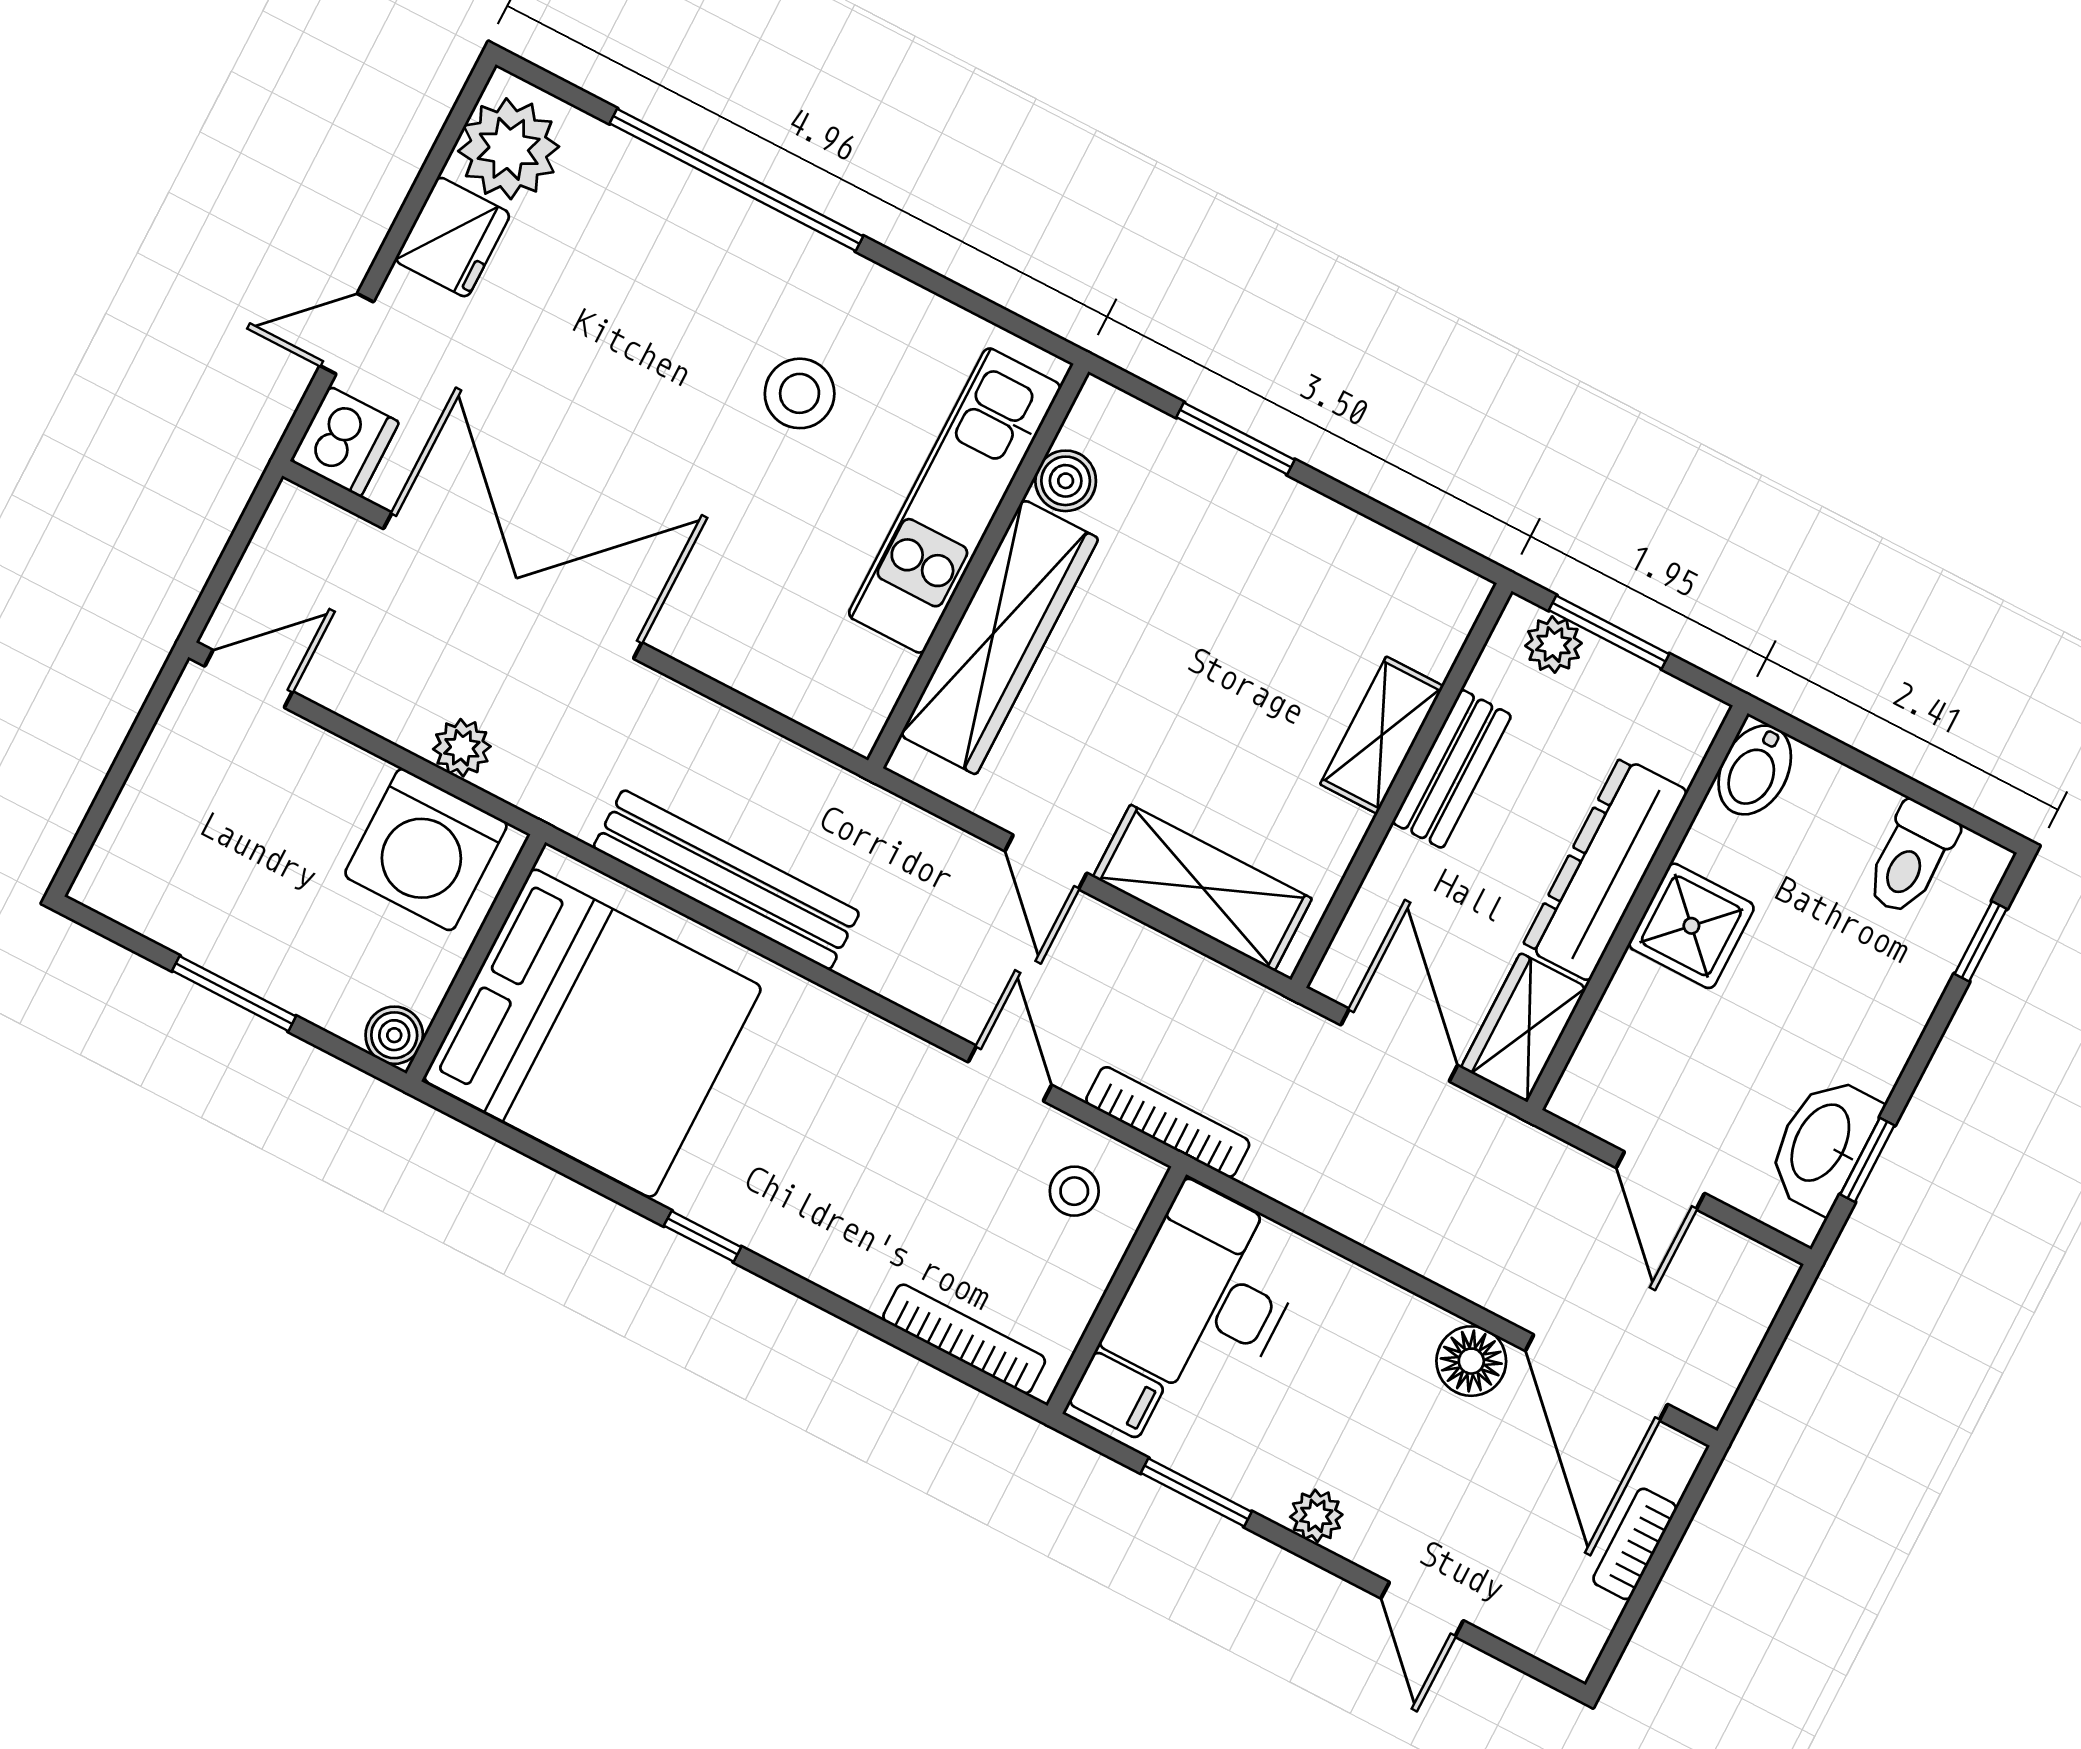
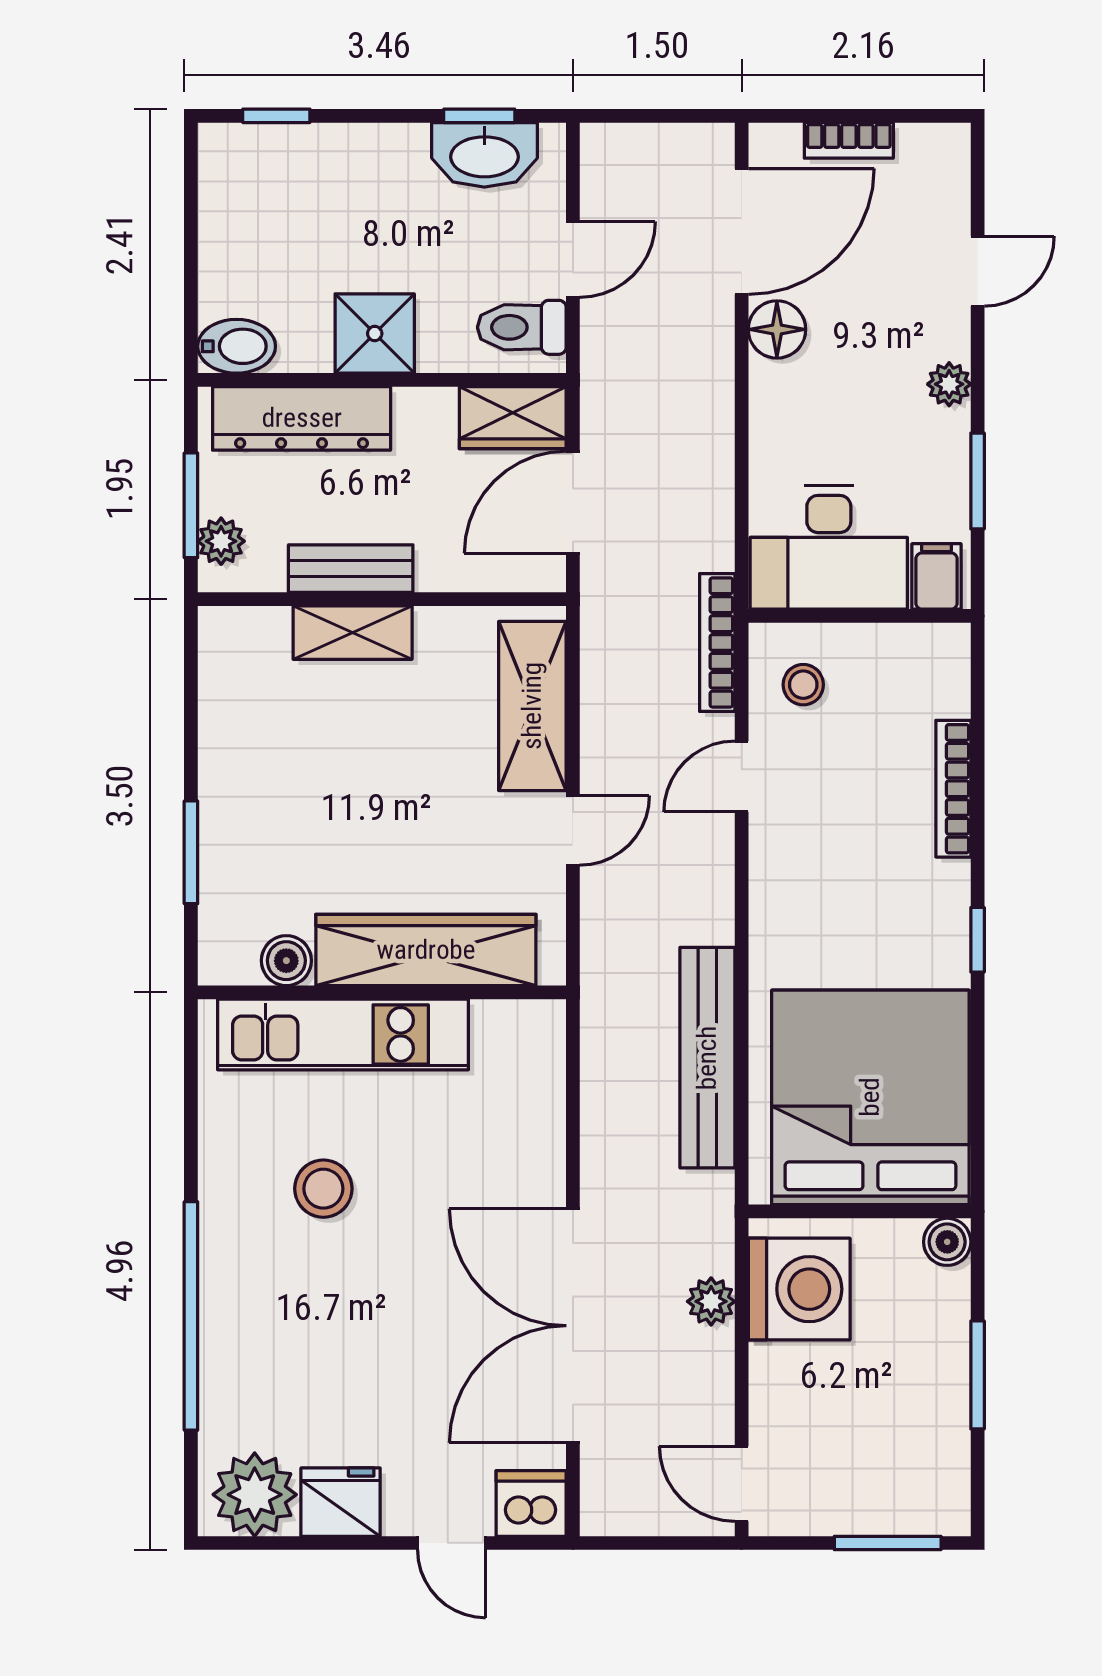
window: (103, 803) -> (888, 1543), added
toilet: (1911, 858) -> (522, 327), moved, turned 180
dresser: (1605, 869) -> (302, 418), moved
bookcase: (964, 1339) -> (953, 789), moved

